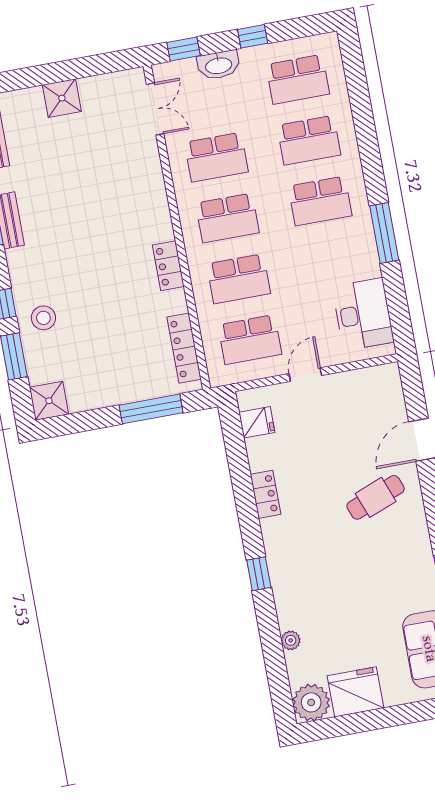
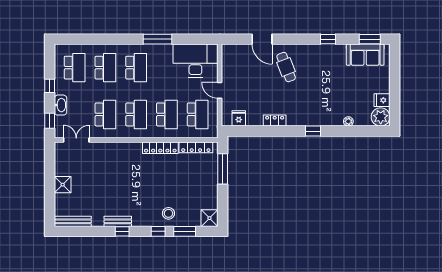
locker: (168, 266) -> (160, 148), width x1.53
desk: (363, 314) -> (195, 61), width x1.36, depth x1.30
fridge: (355, 692) -> (382, 100), width x0.53, depth x0.75

